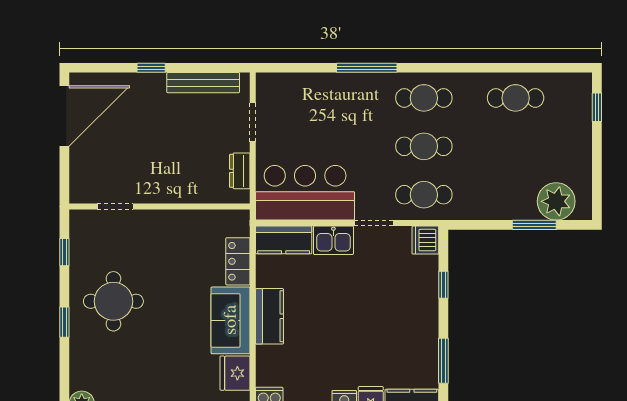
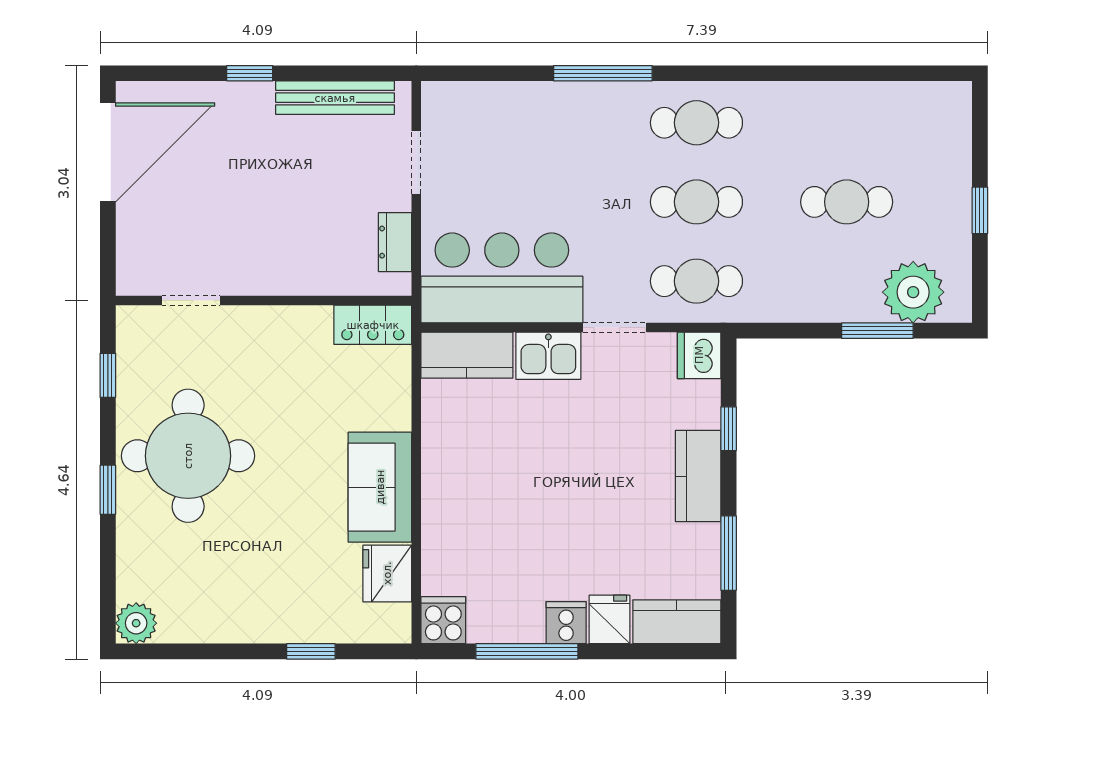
cafe table: (516, 98) -> (847, 202), moved
window: (597, 107) -> (980, 210), moved
locker: (238, 261) -> (373, 325), moved, turned -90
round table: (113, 301) -> (188, 456), width x1.36, depth x1.36
kitchen counter: (270, 316) -> (698, 476), moved, turned 180

